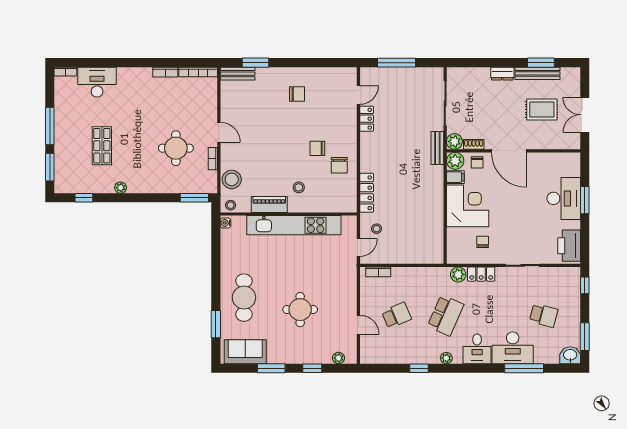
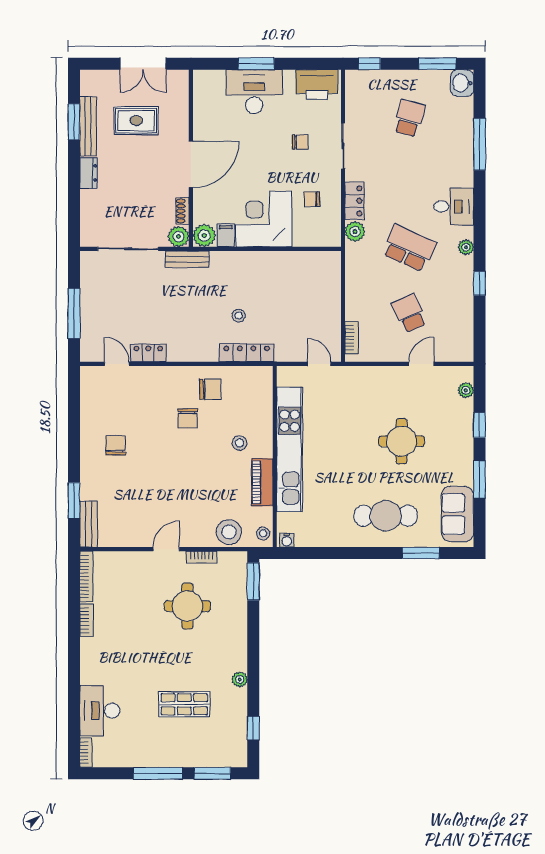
rug: (542, 110) -> (136, 121), turned 90
chair: (477, 162) -> (300, 142), moved
stool: (377, 229) -> (239, 316), moved
desk: (513, 348) -> (452, 159), removed

